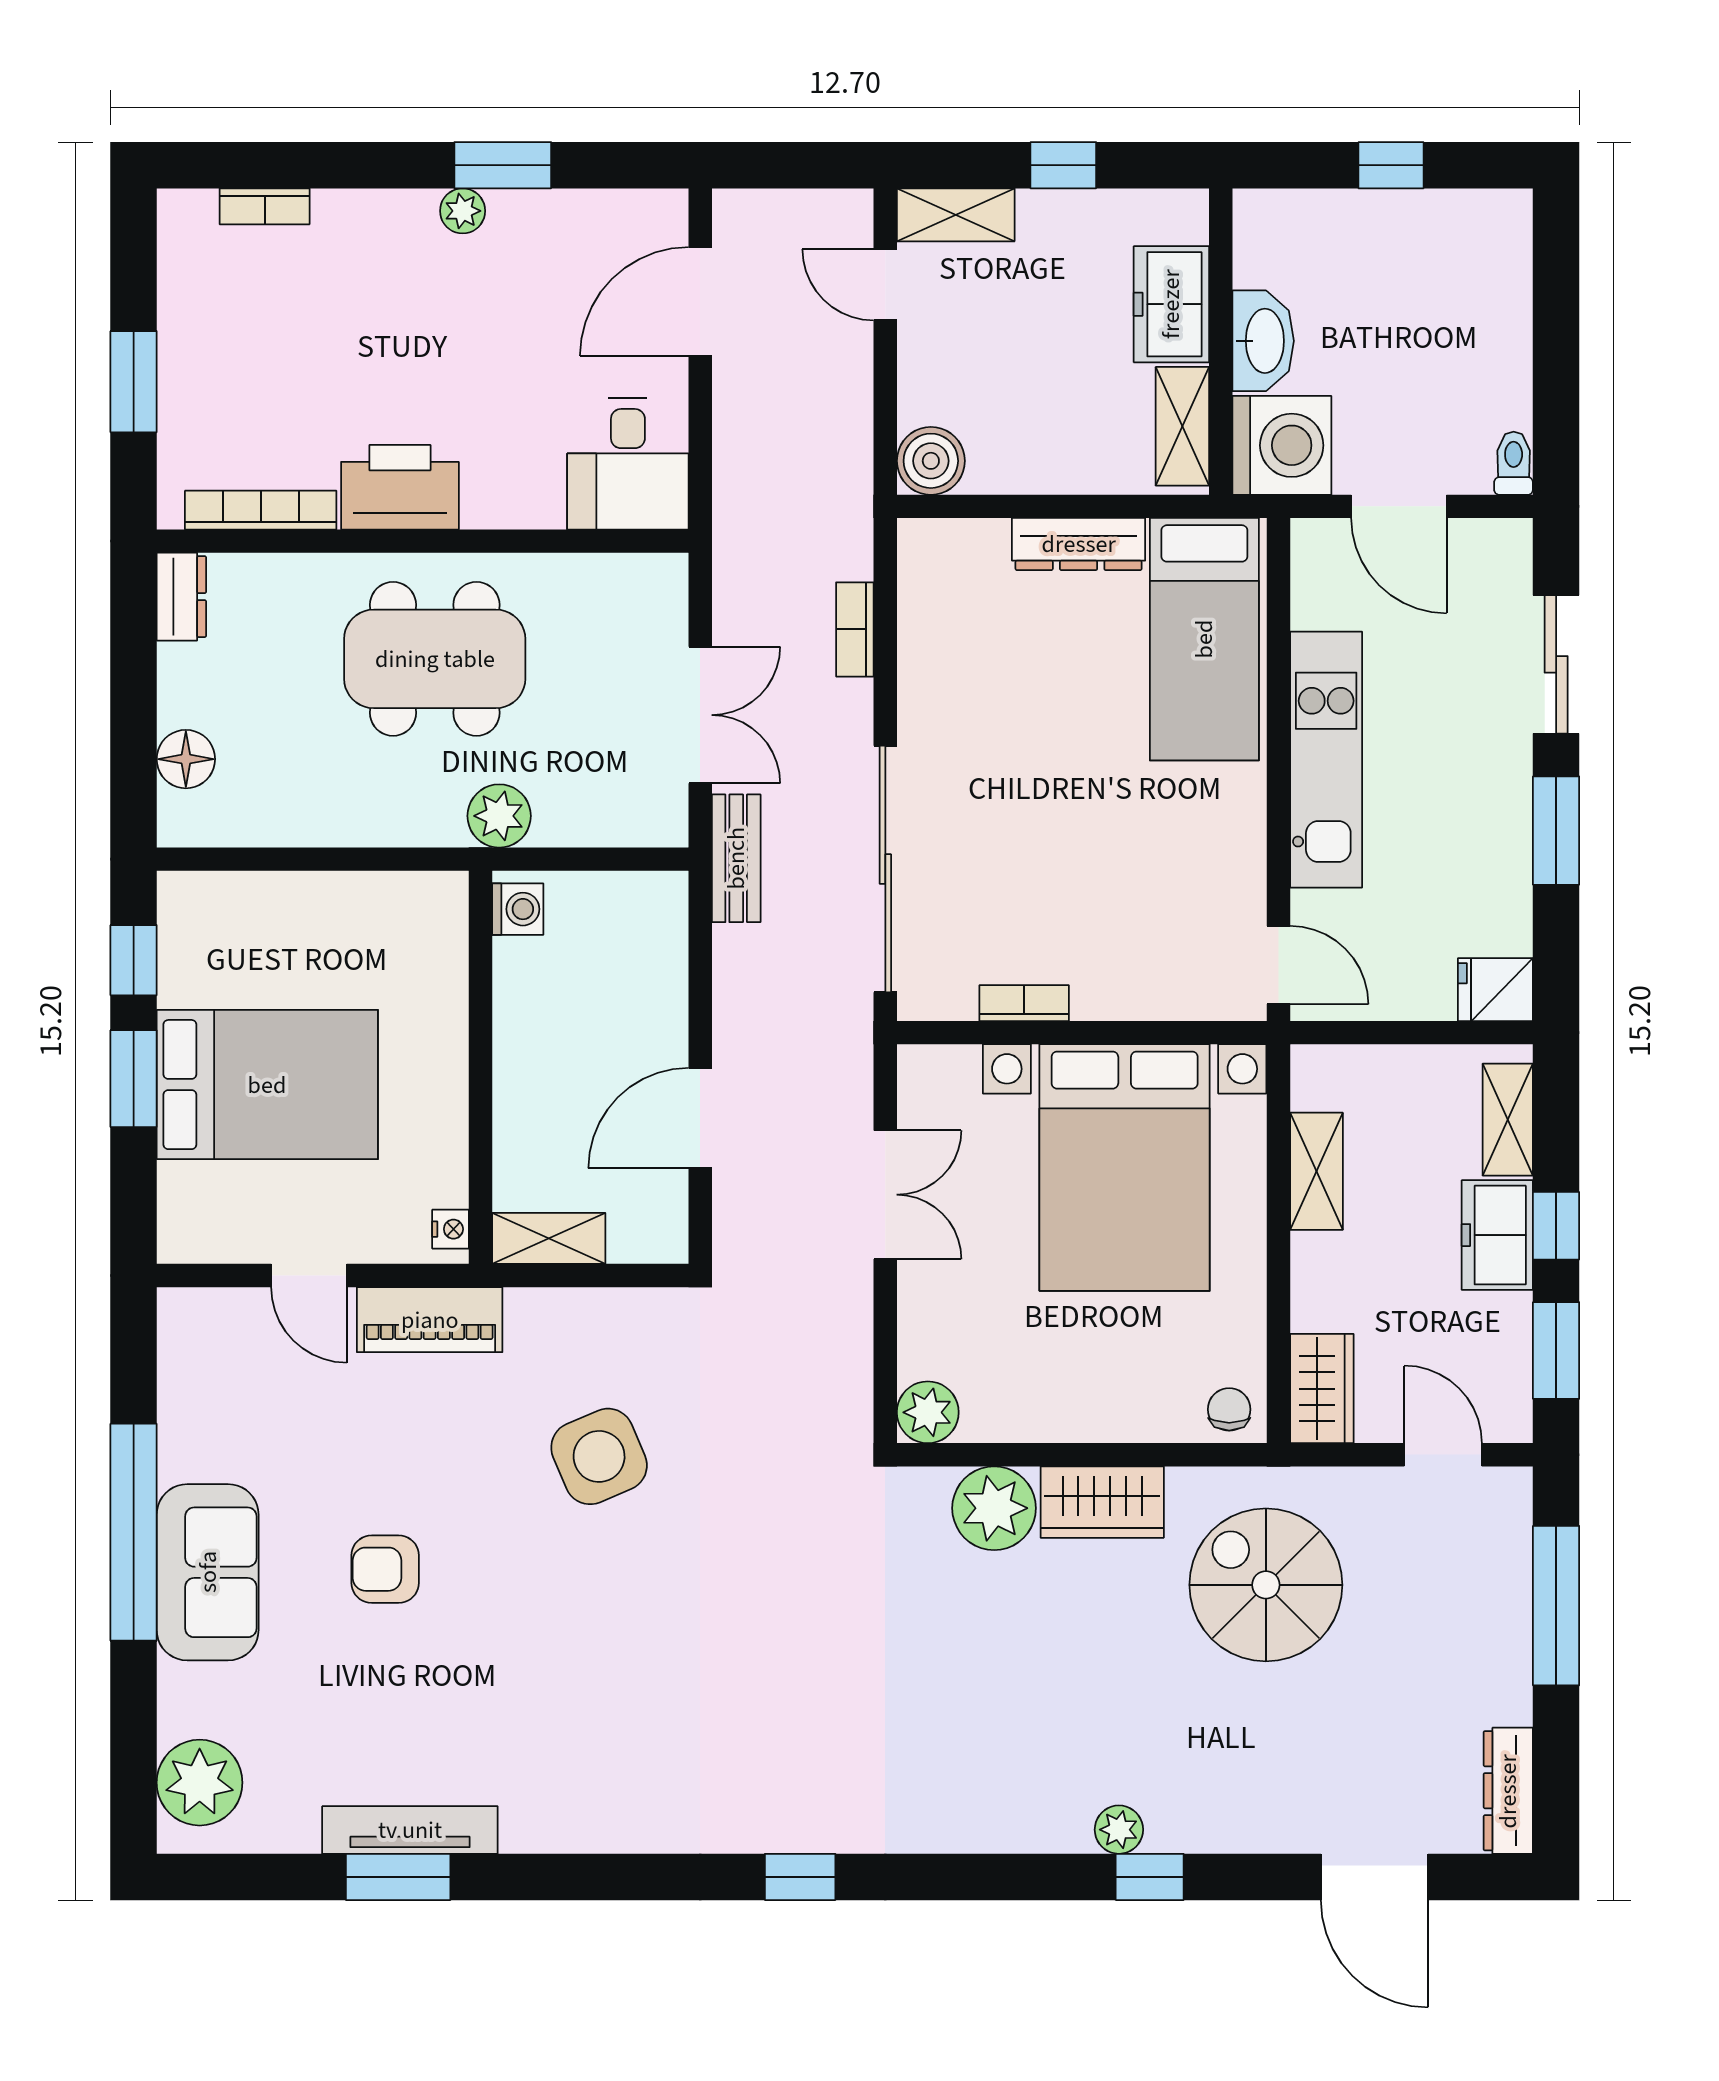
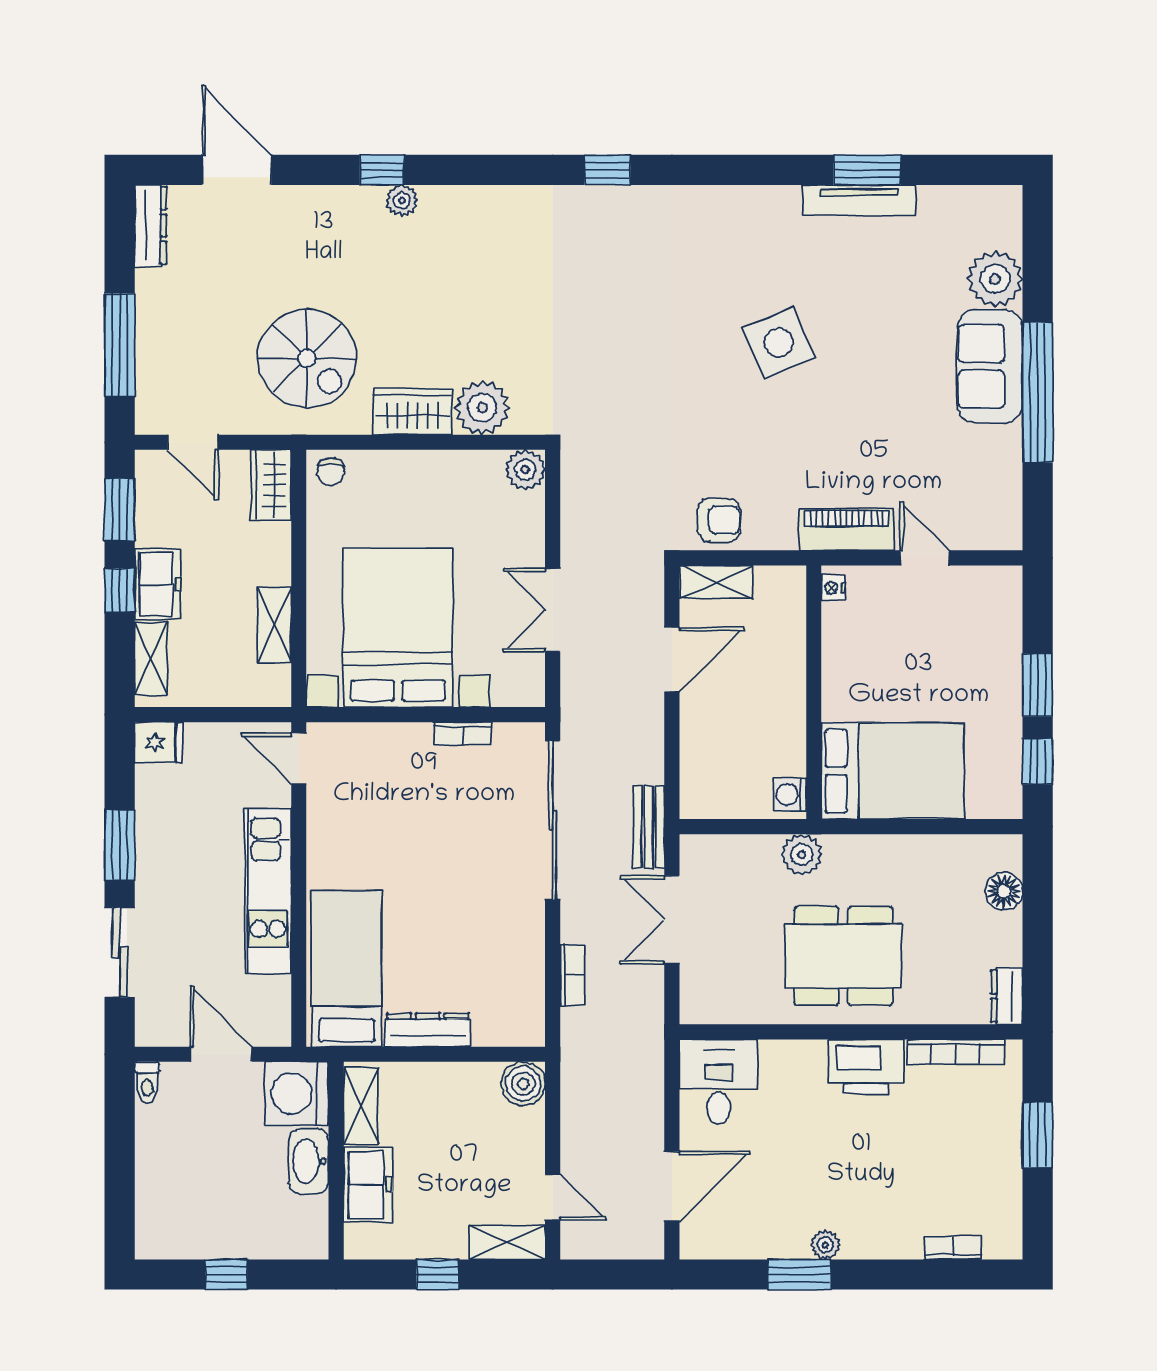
bed: (267, 1085) -> (893, 771), moved, turned 180
shelving: (549, 1238) -> (716, 582), moved
side table: (599, 1456) -> (779, 343), moved
armchair: (385, 1569) -> (719, 520), moved
plant: (200, 1783) -> (995, 279), moved

